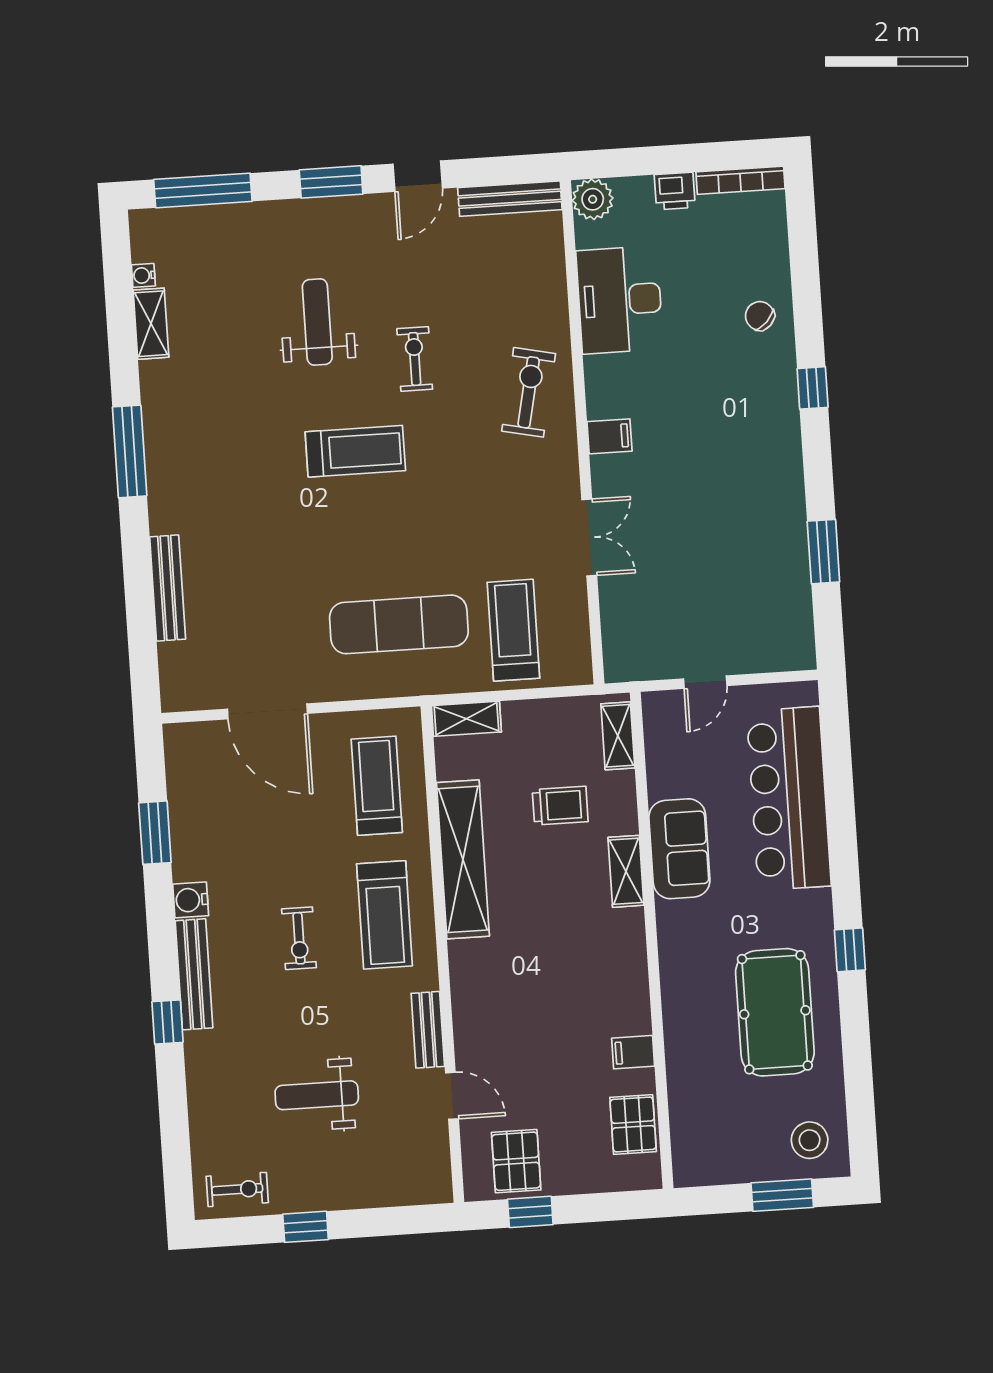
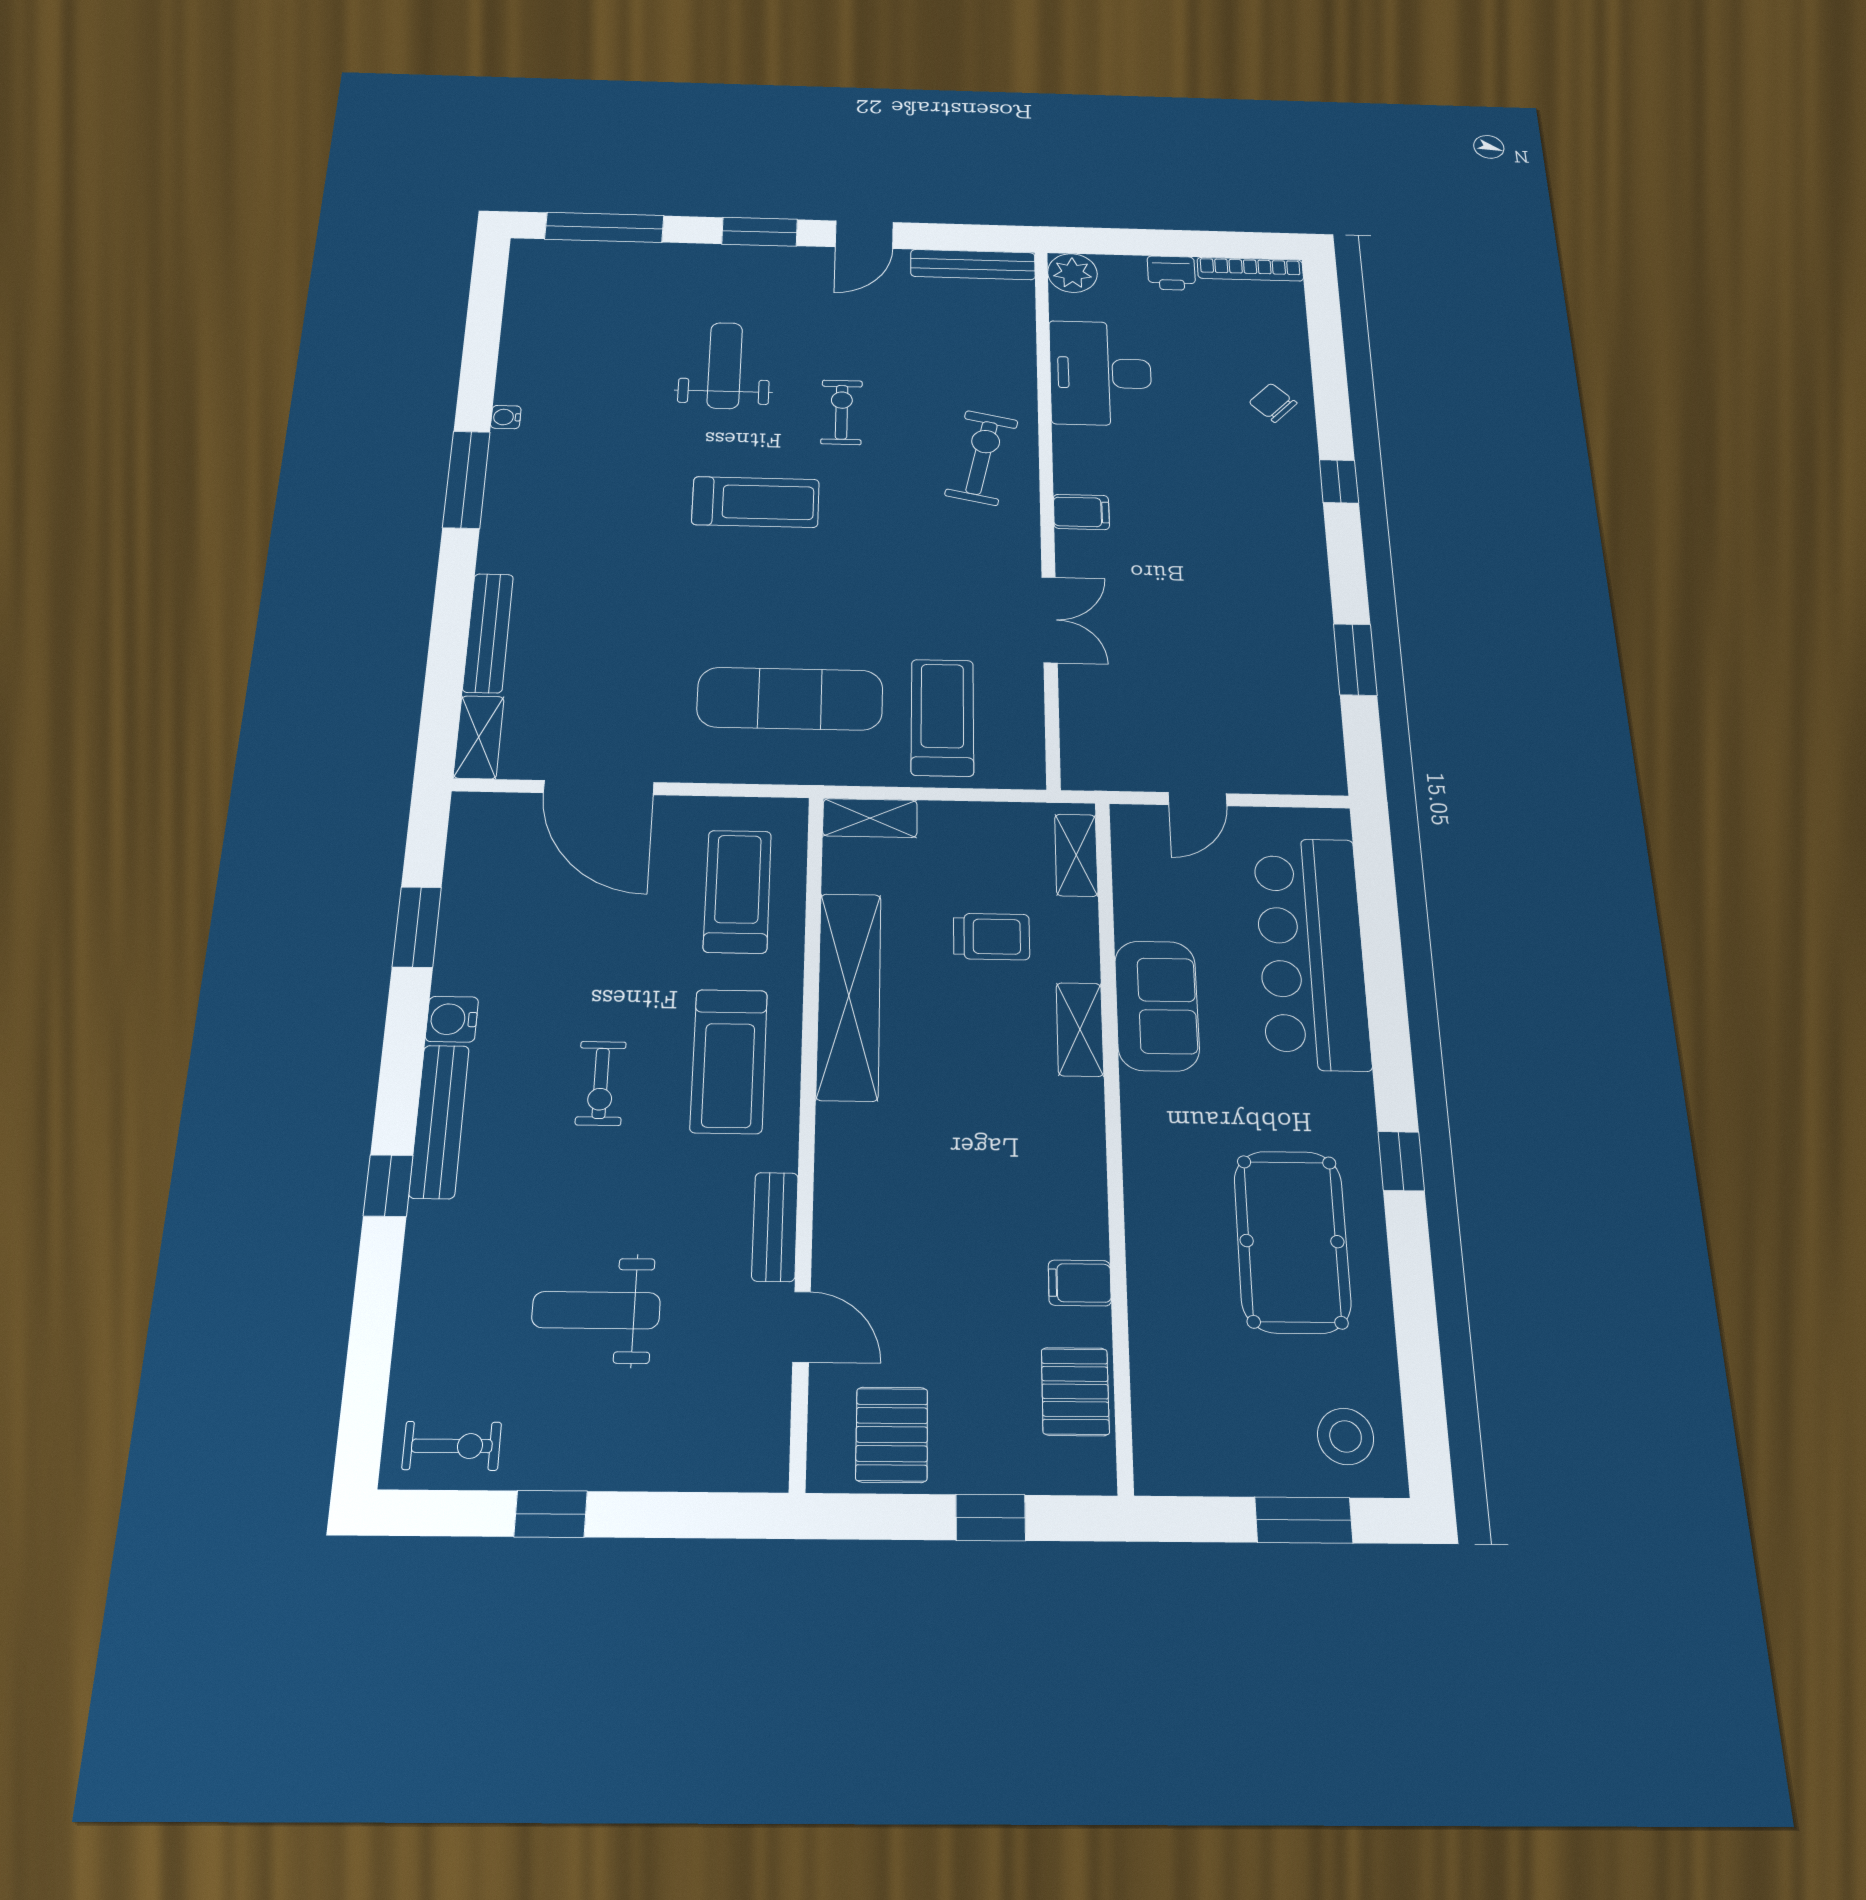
water cooler: (143, 275) -> (506, 417), moved
shelving: (151, 324) -> (479, 737), moved
window: (530, 1212) -> (991, 1517), moved

